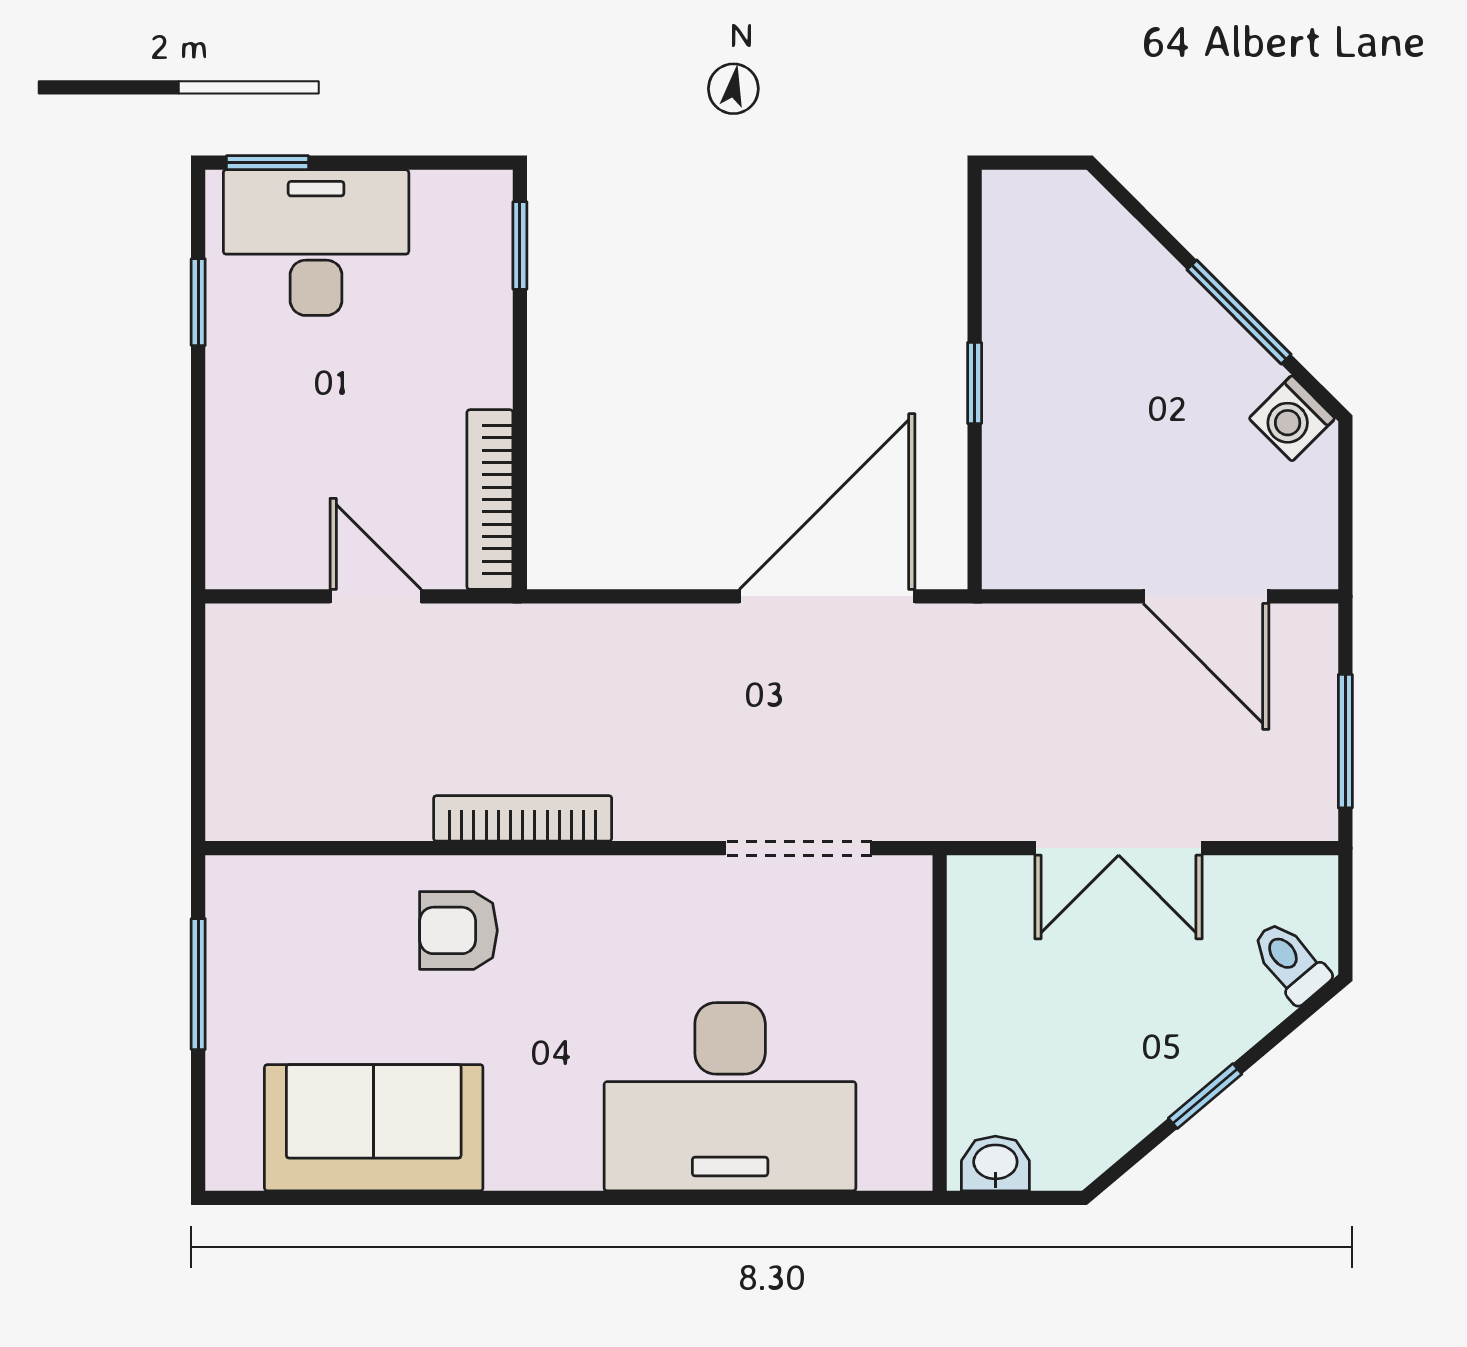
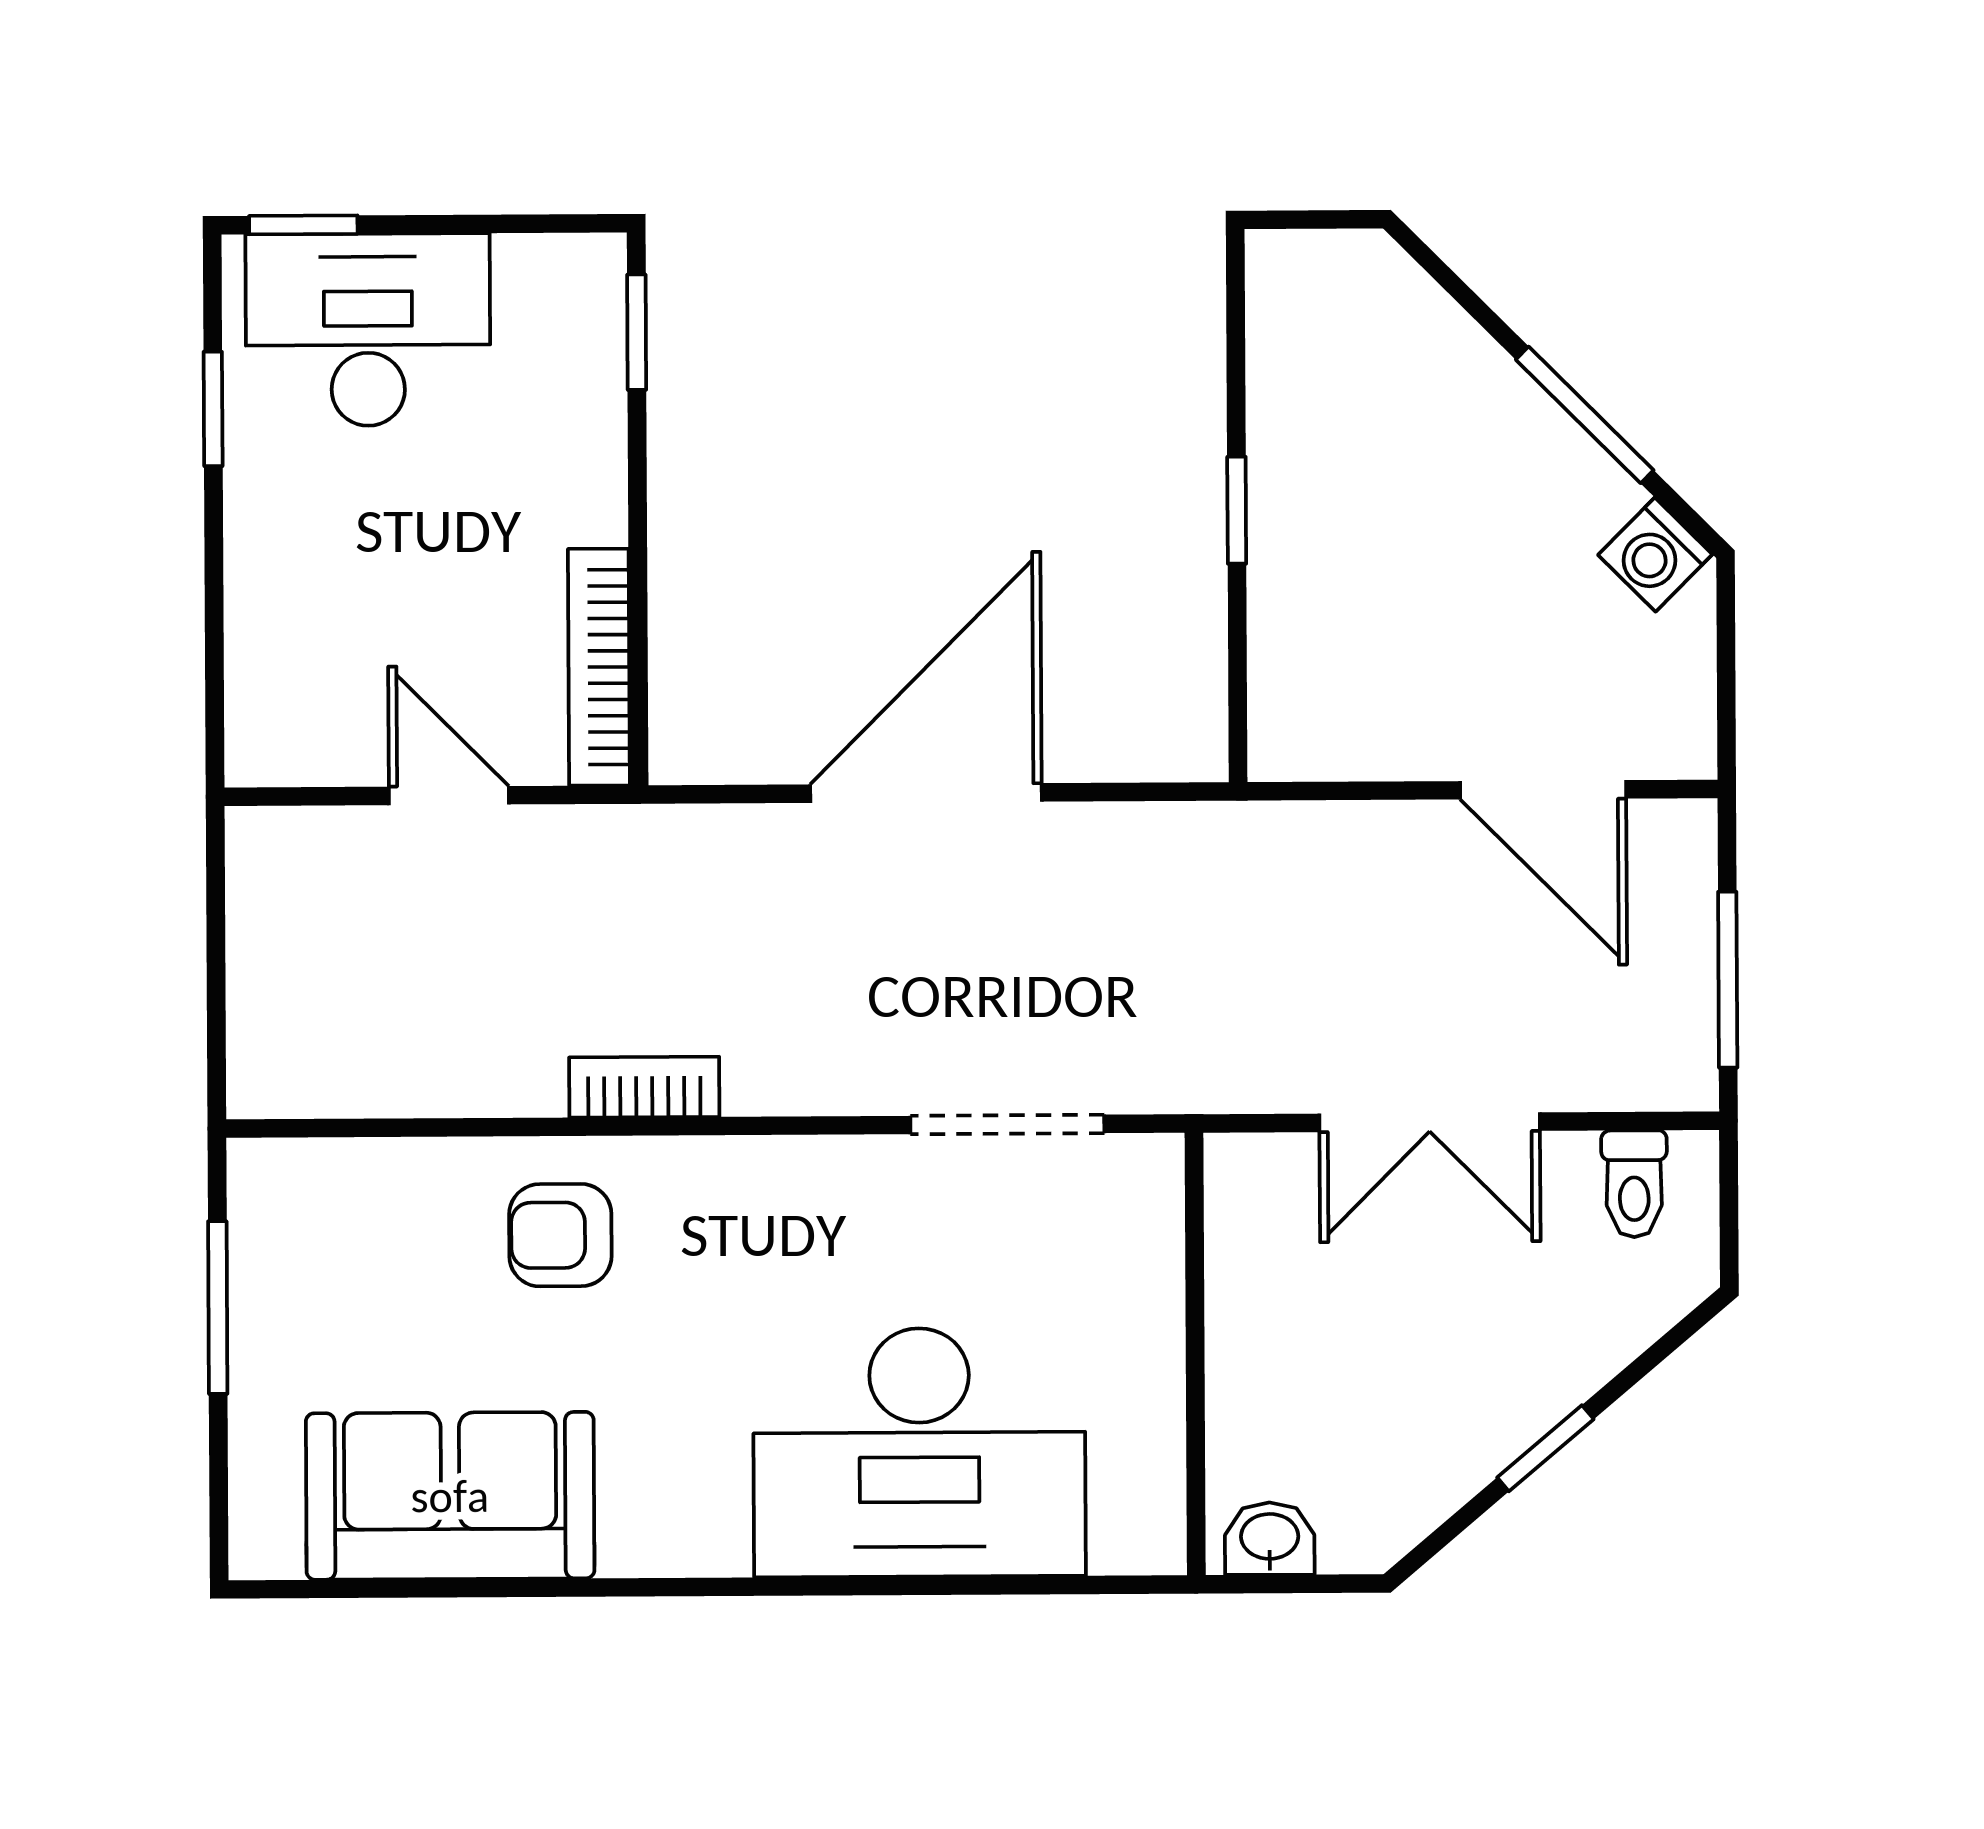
door: (827, 596) -> (926, 793), moved
bookcase: (523, 818) -> (644, 1087), width x0.64
toilet: (1290, 962) -> (1634, 1184), moved, turned -140

